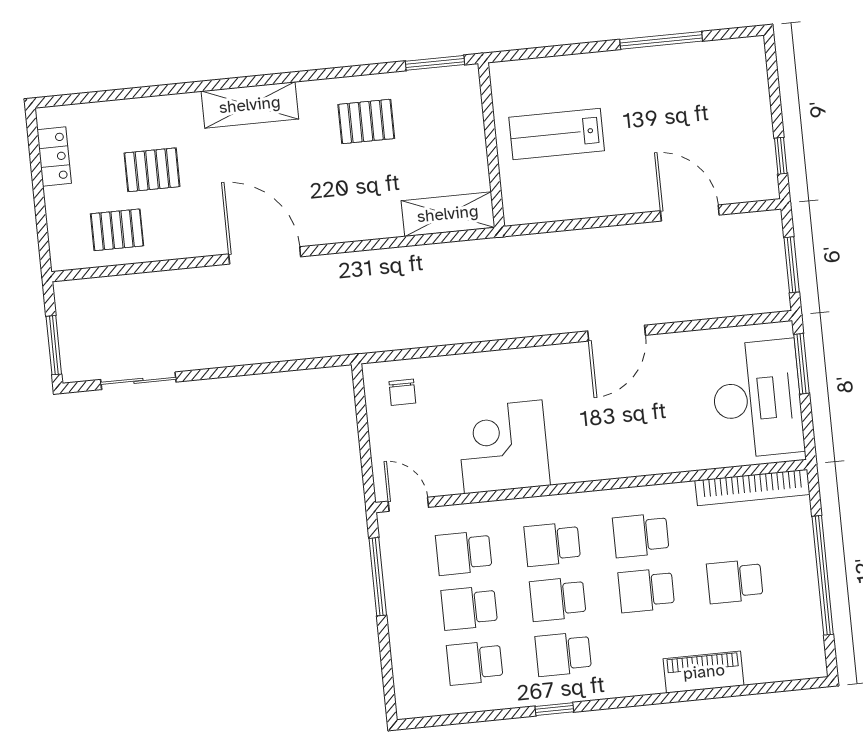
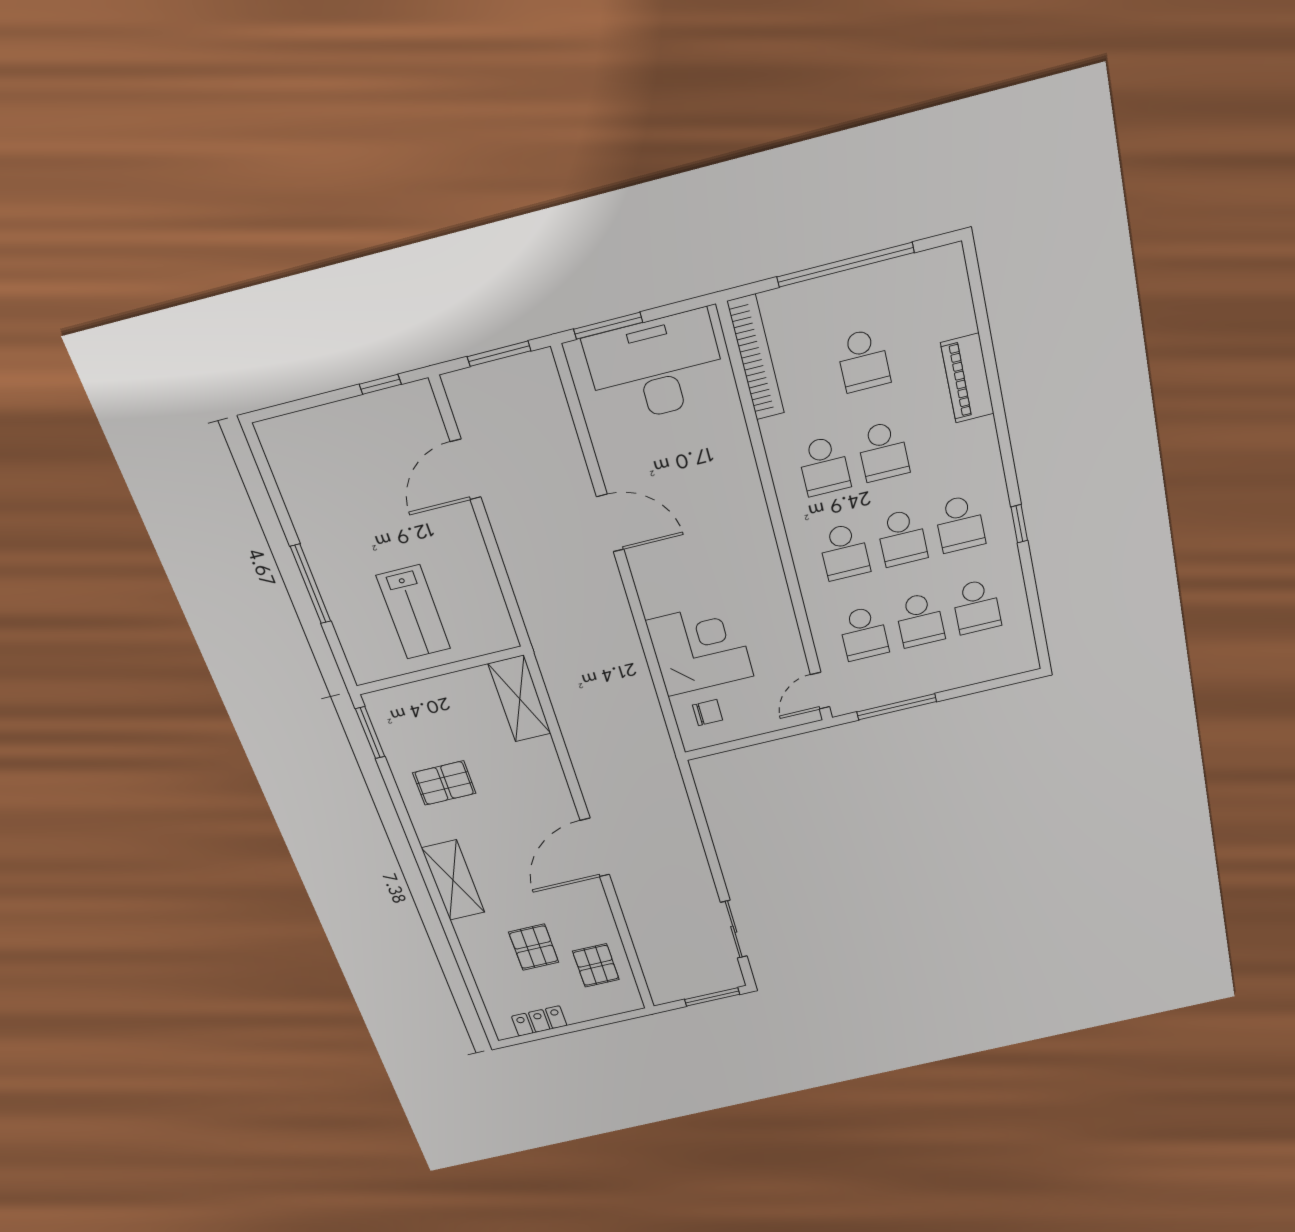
window: (661, 40) -> (311, 584), moved
pallet: (366, 121) -> (444, 783), turned 90
corner desk: (503, 447) -> (700, 649), moved, turned 180

